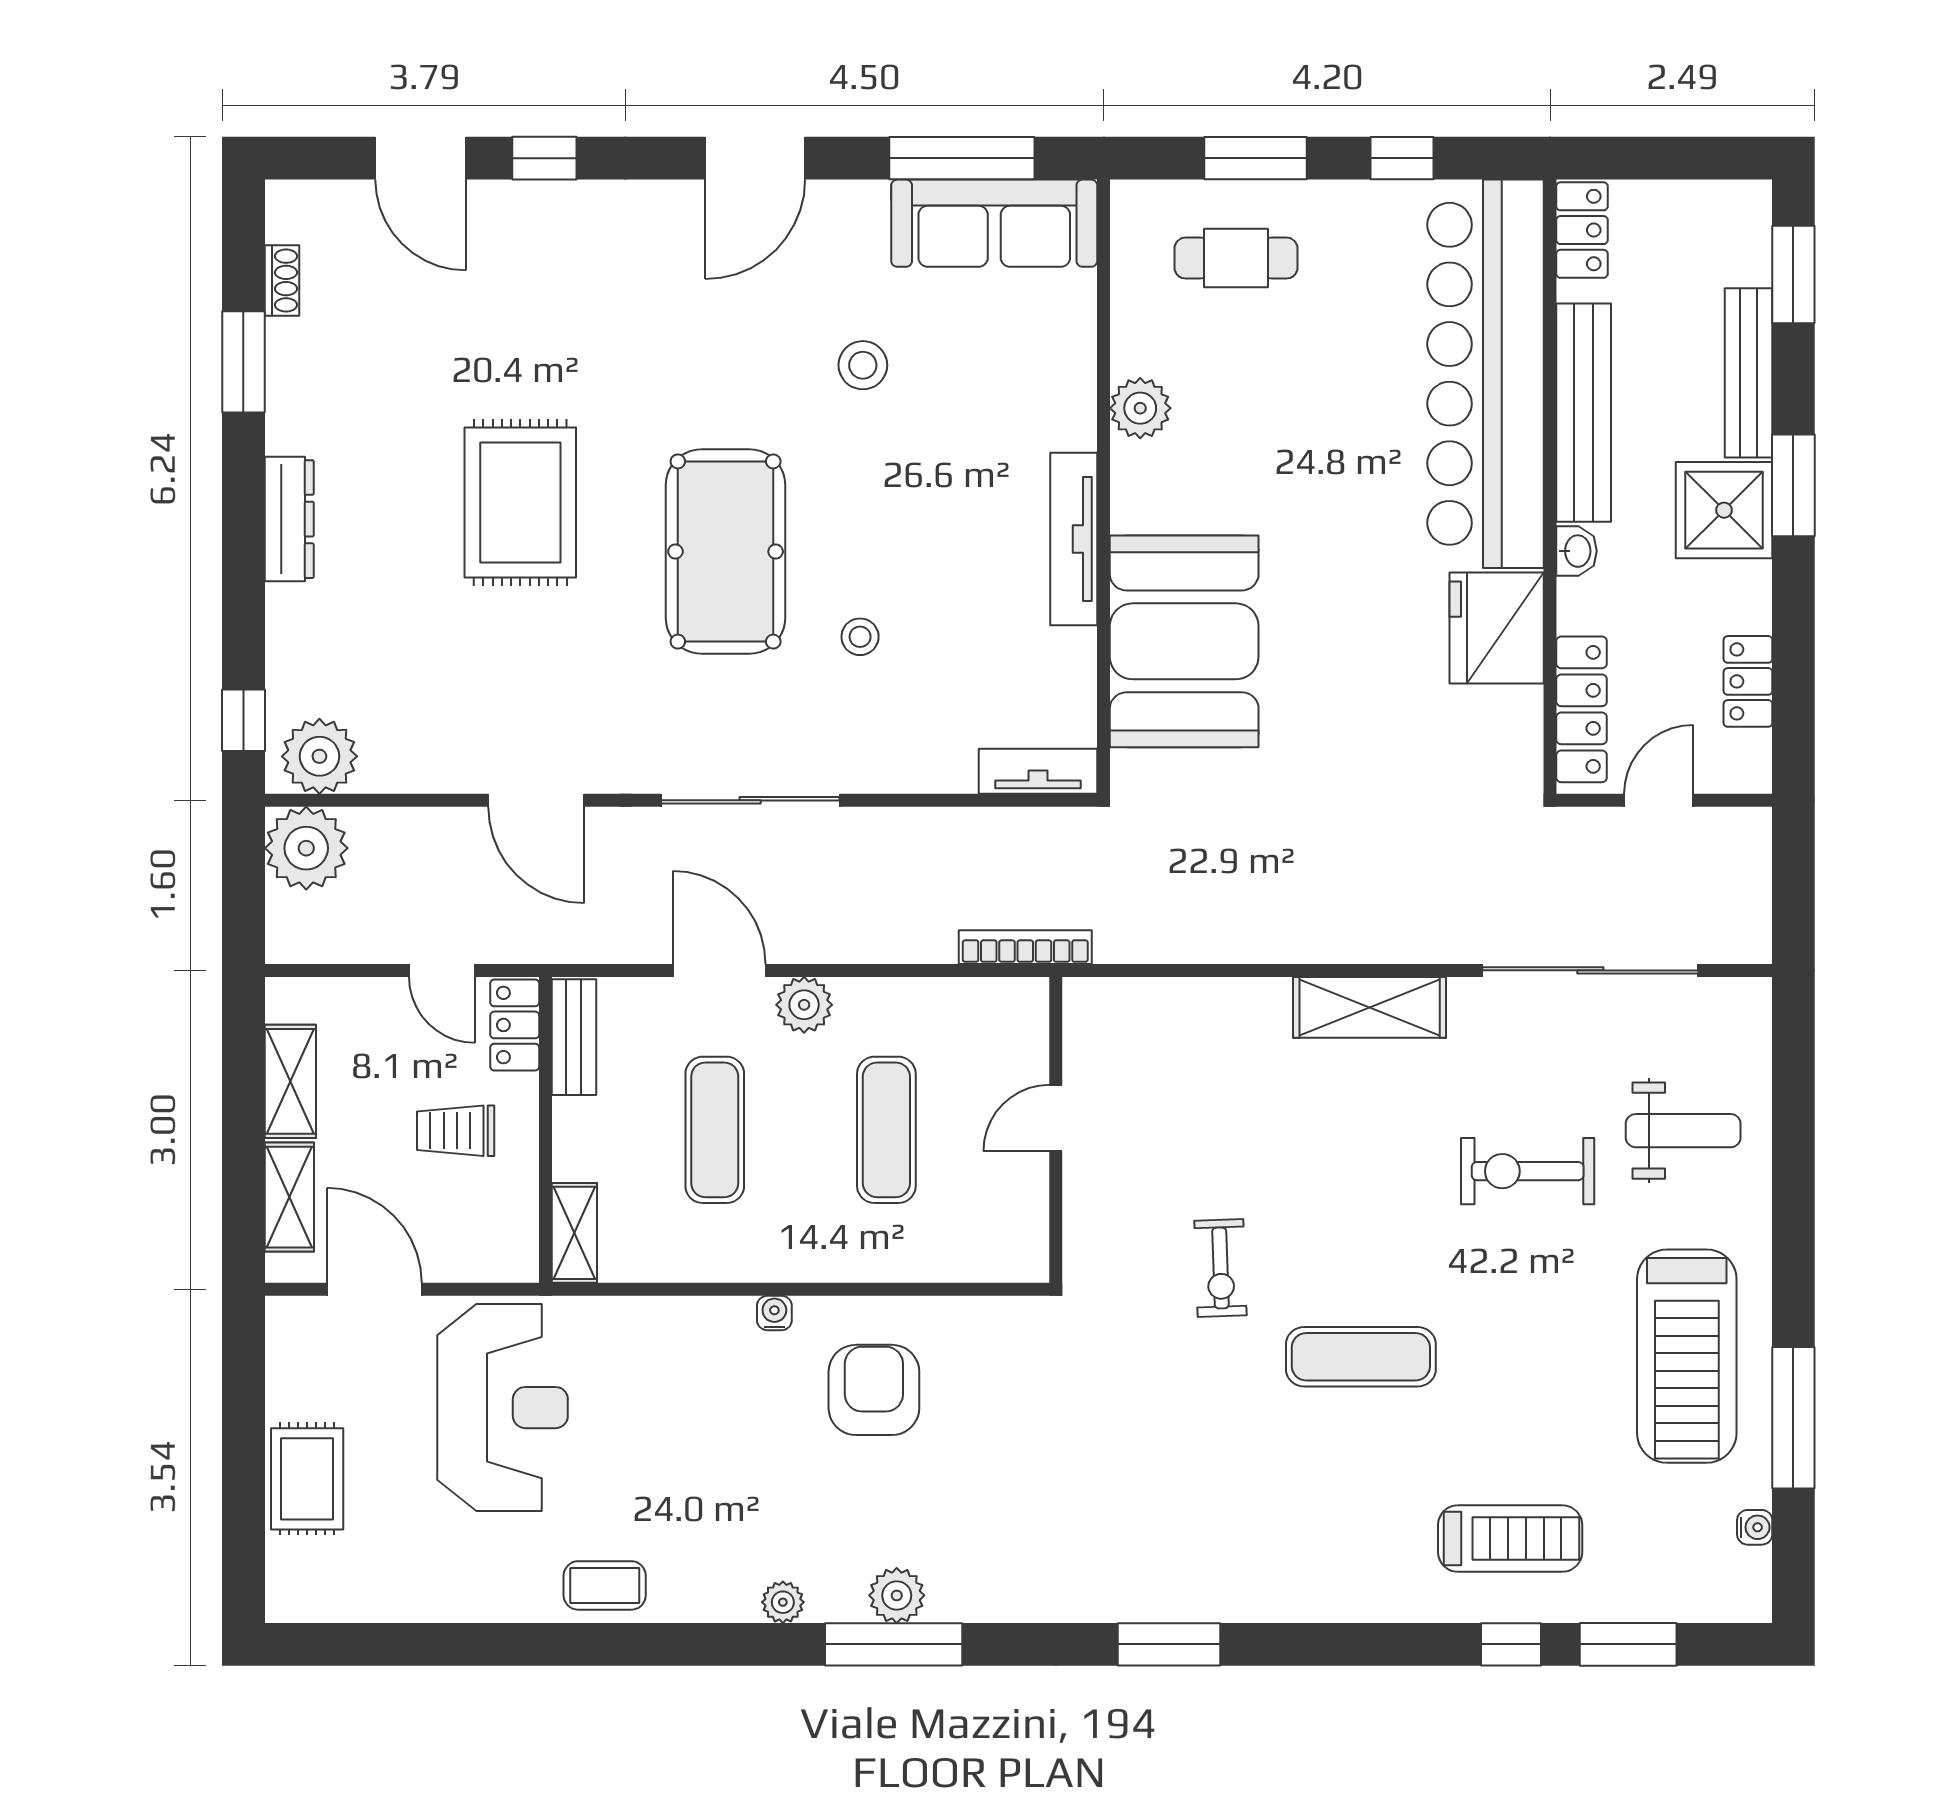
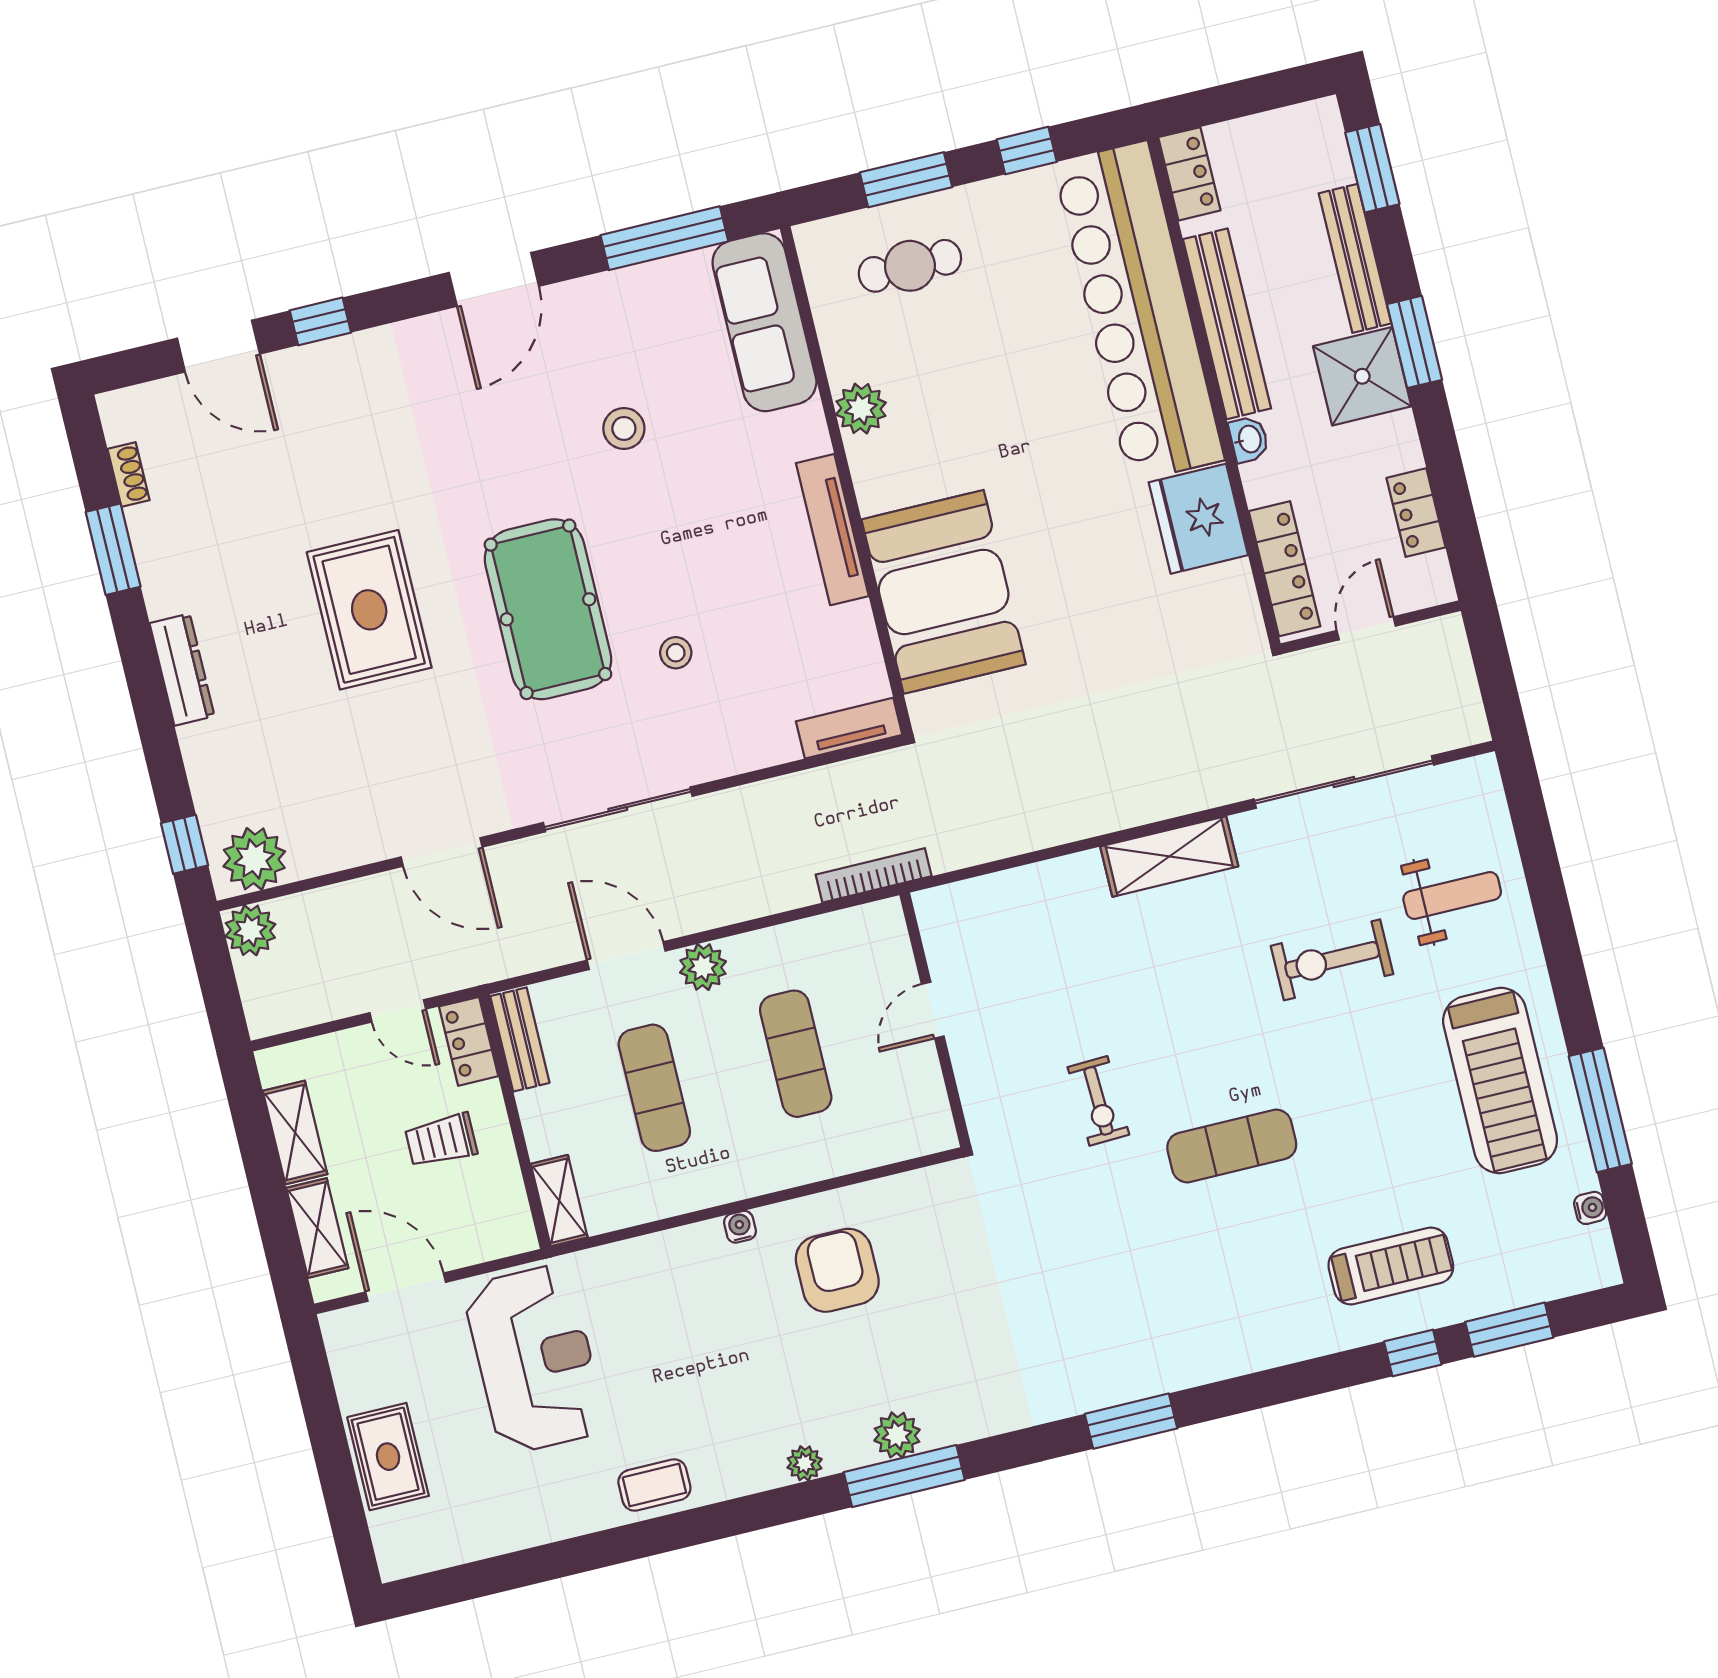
sofa: (994, 223) -> (764, 322), moved, turned 90
plant: (306, 848) -> (250, 930), width x0.73, depth x0.73

